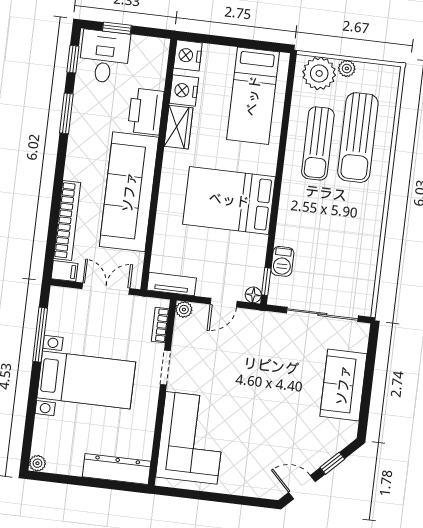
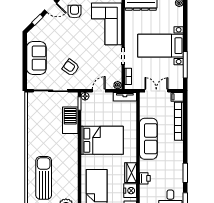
printer: (146, 111) -> (145, 178), width x0.53, depth x0.68
sun lounger: (318, 143) -> (63, 173), removed
sofa: (129, 192) -> (148, 139), width x0.74, depth x0.79
barbecue: (282, 261) -> (70, 120), width x1.88, depth x1.53
double door: (106, 289) -> (156, 91), swing flipped
armchair: (275, 357) -> (71, 68), added
armchair: (254, 471) -> (75, 12), added

